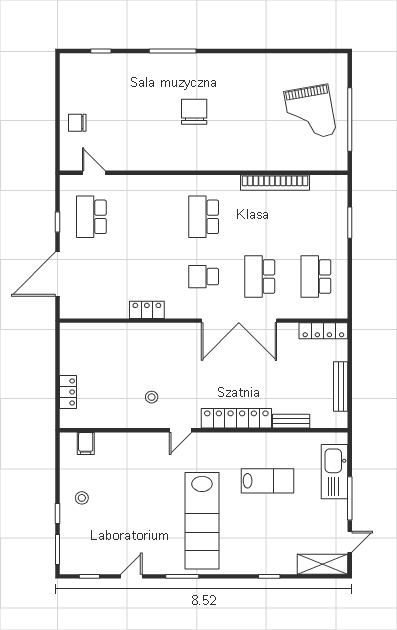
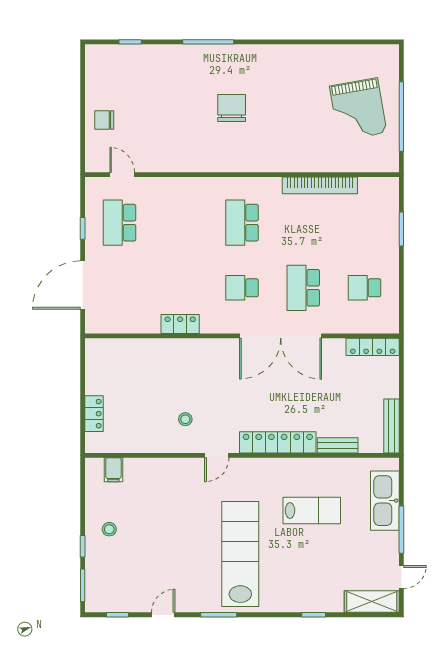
school desk: (316, 277) -> (365, 288), width x0.54
bench: (341, 386) -> (392, 426), moved
lab bench: (202, 521) -> (240, 554), turned 180

